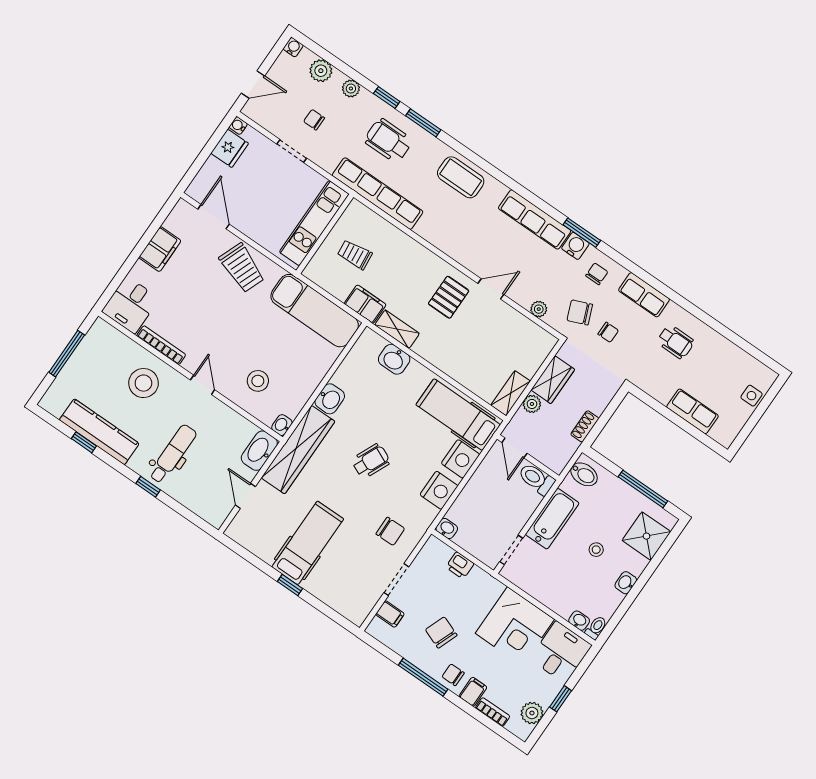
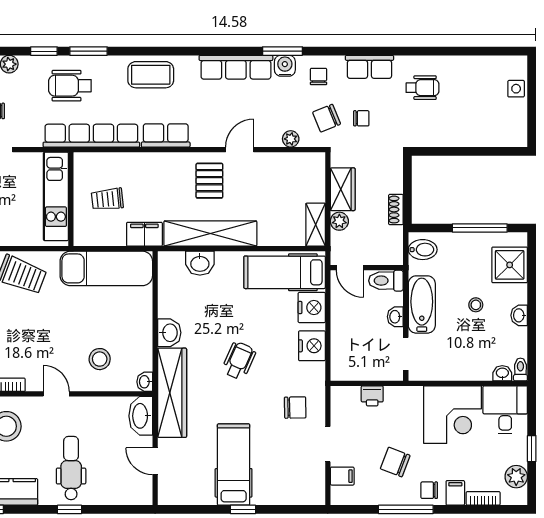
shelving: (397, 329) -> (210, 233), width x2.20, depth x1.33
row of seats: (692, 411) -> (166, 135), moved
washbasin: (447, 528) -> (395, 317), moved, turned -90

